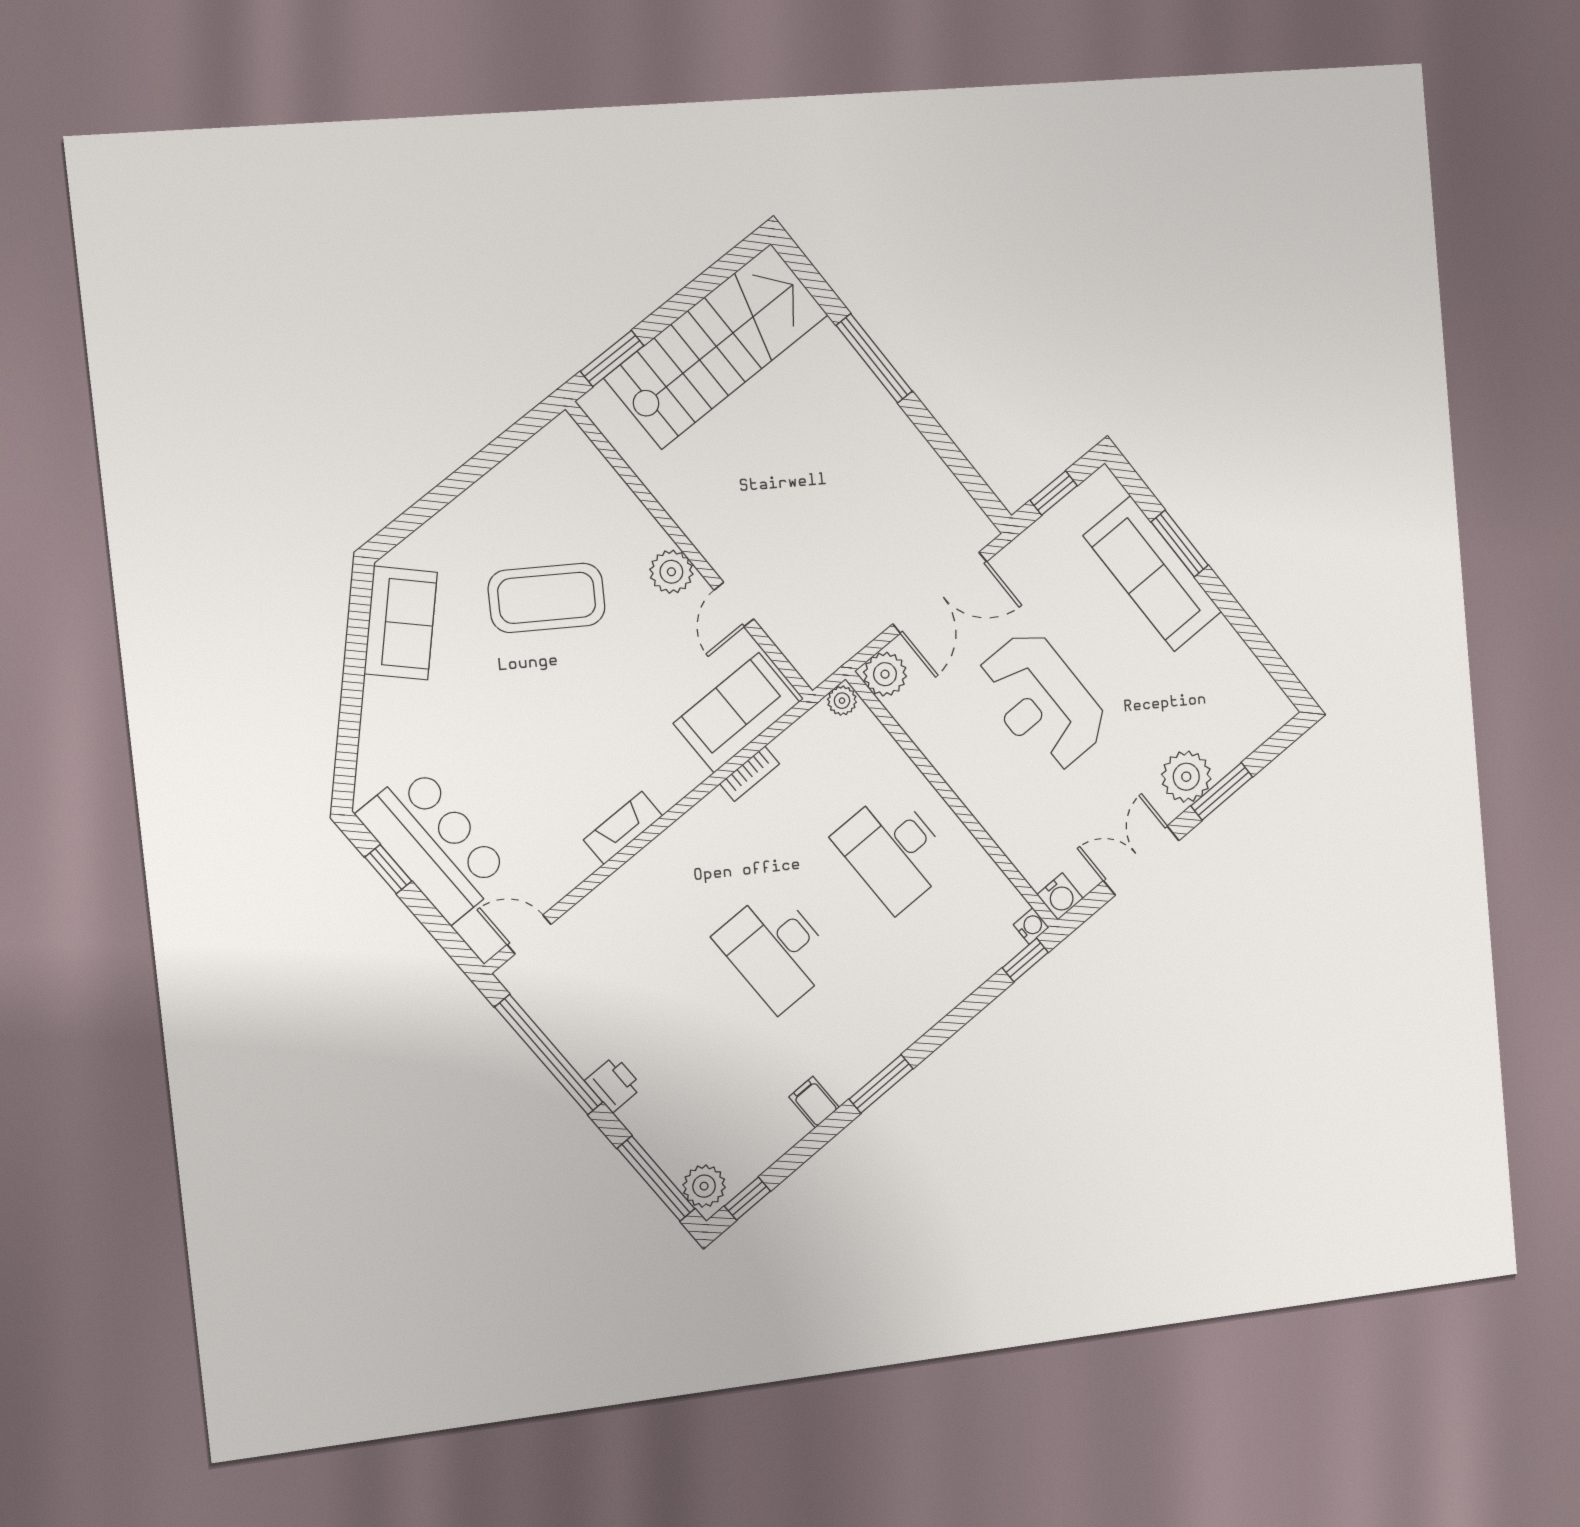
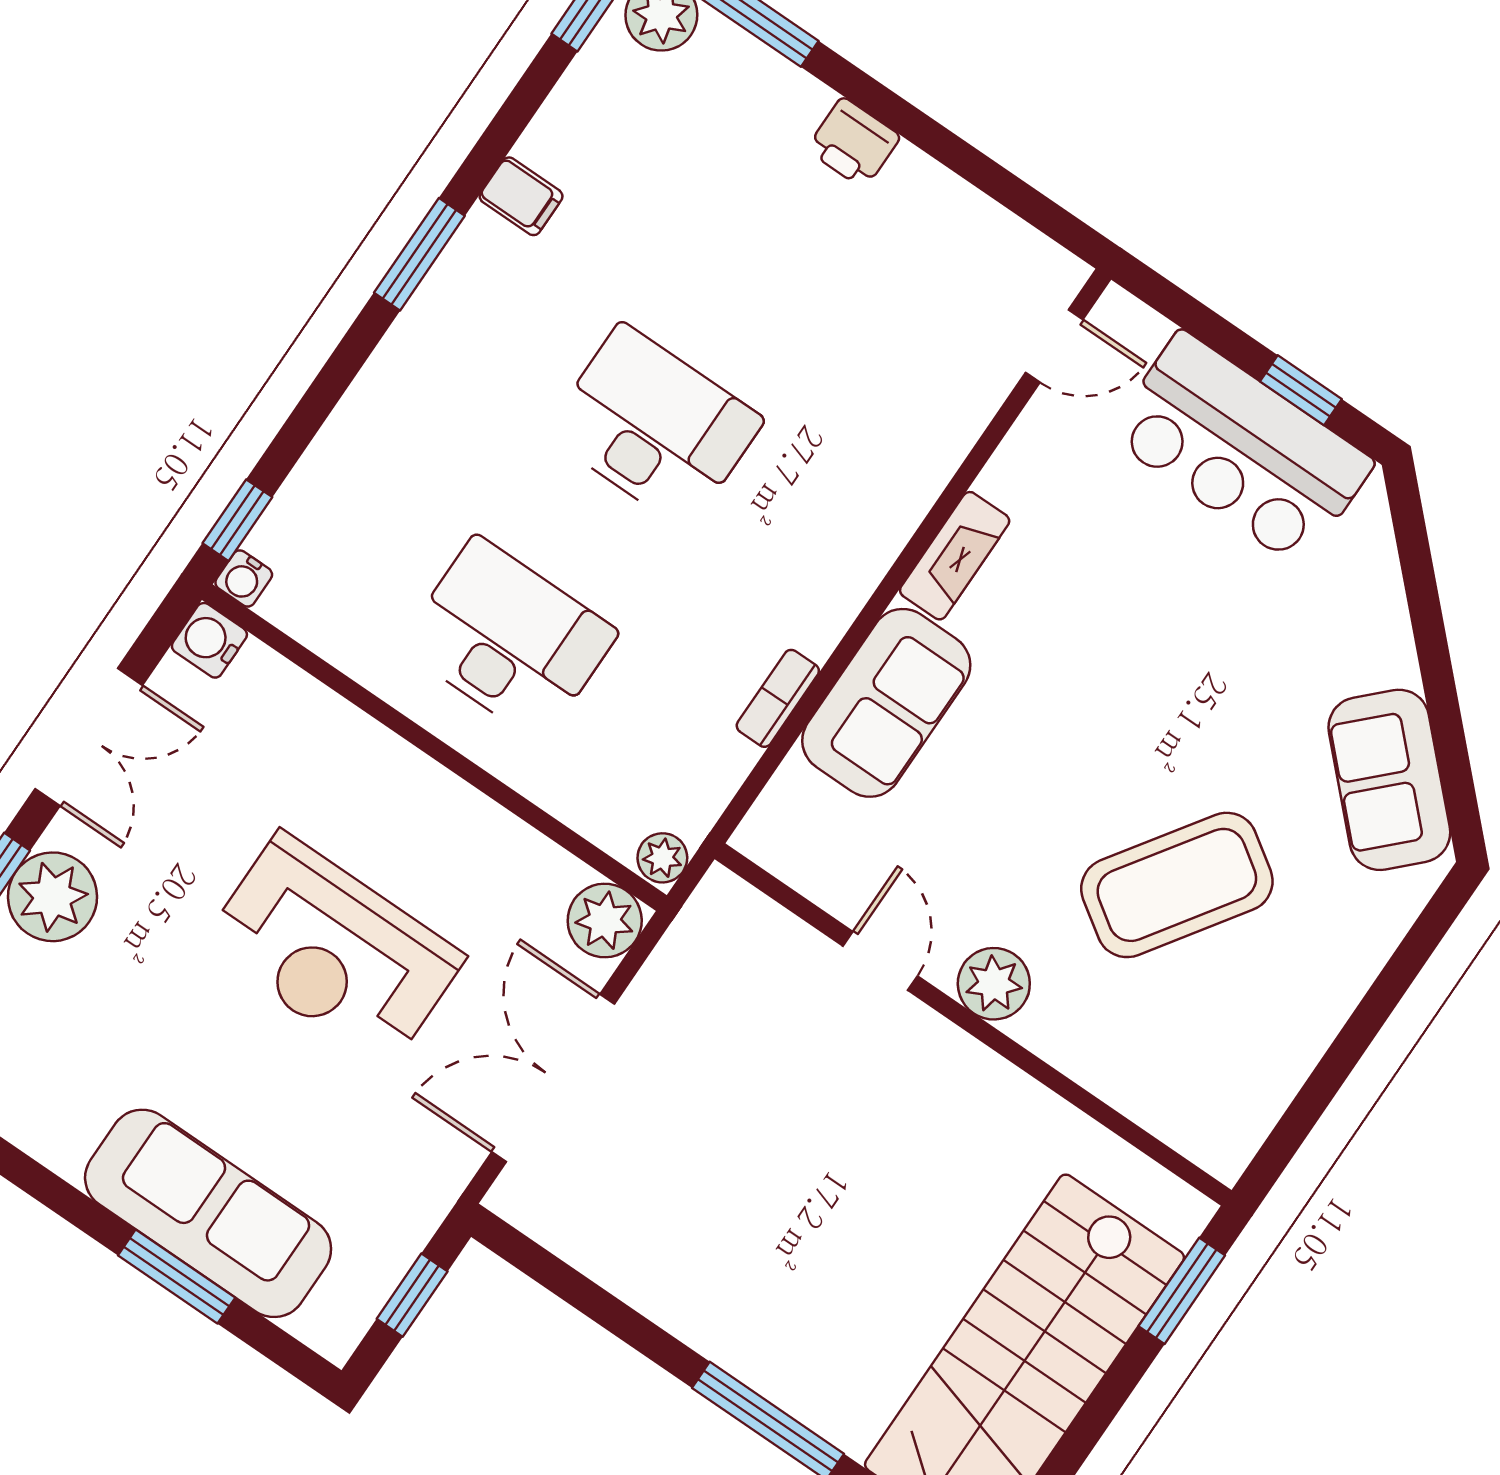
reception desk: (1042, 701) -> (333, 951), turned 180
sofa: (736, 713) -> (886, 703), moved
window: (549, 1055) -> (969, 163), removed

